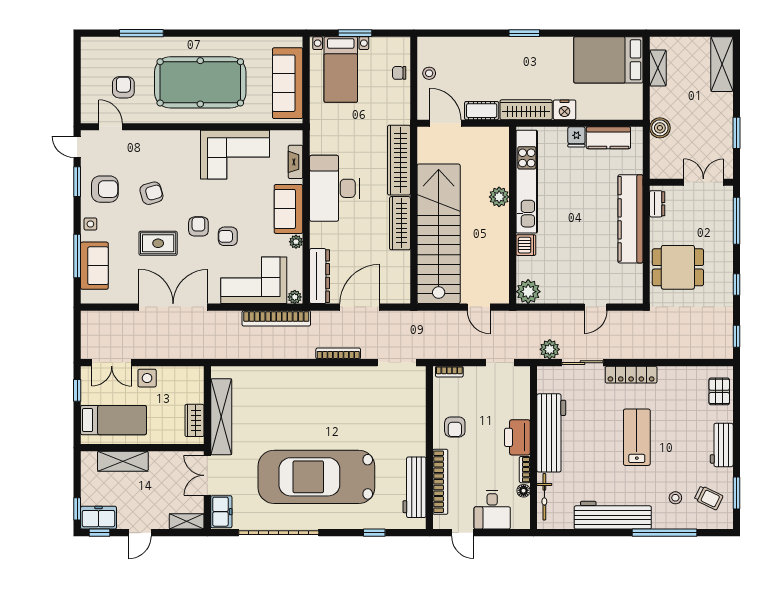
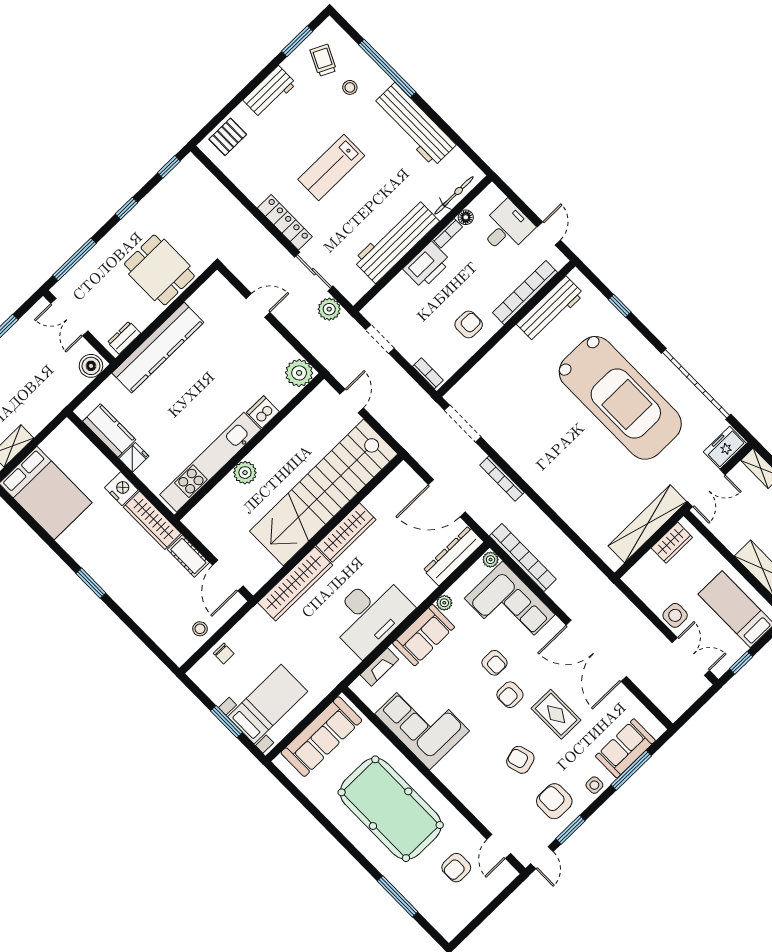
boiler: (660, 128) -> (91, 366), moved

